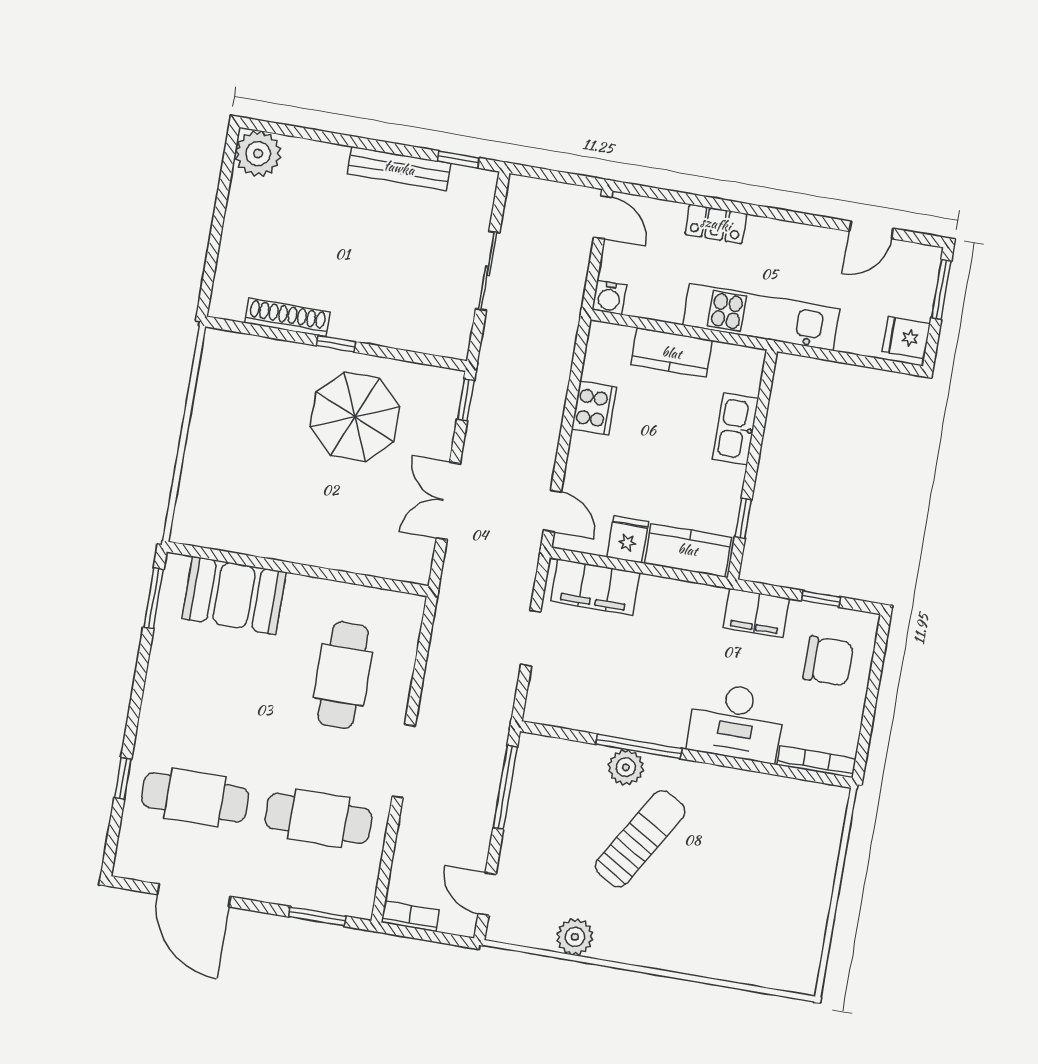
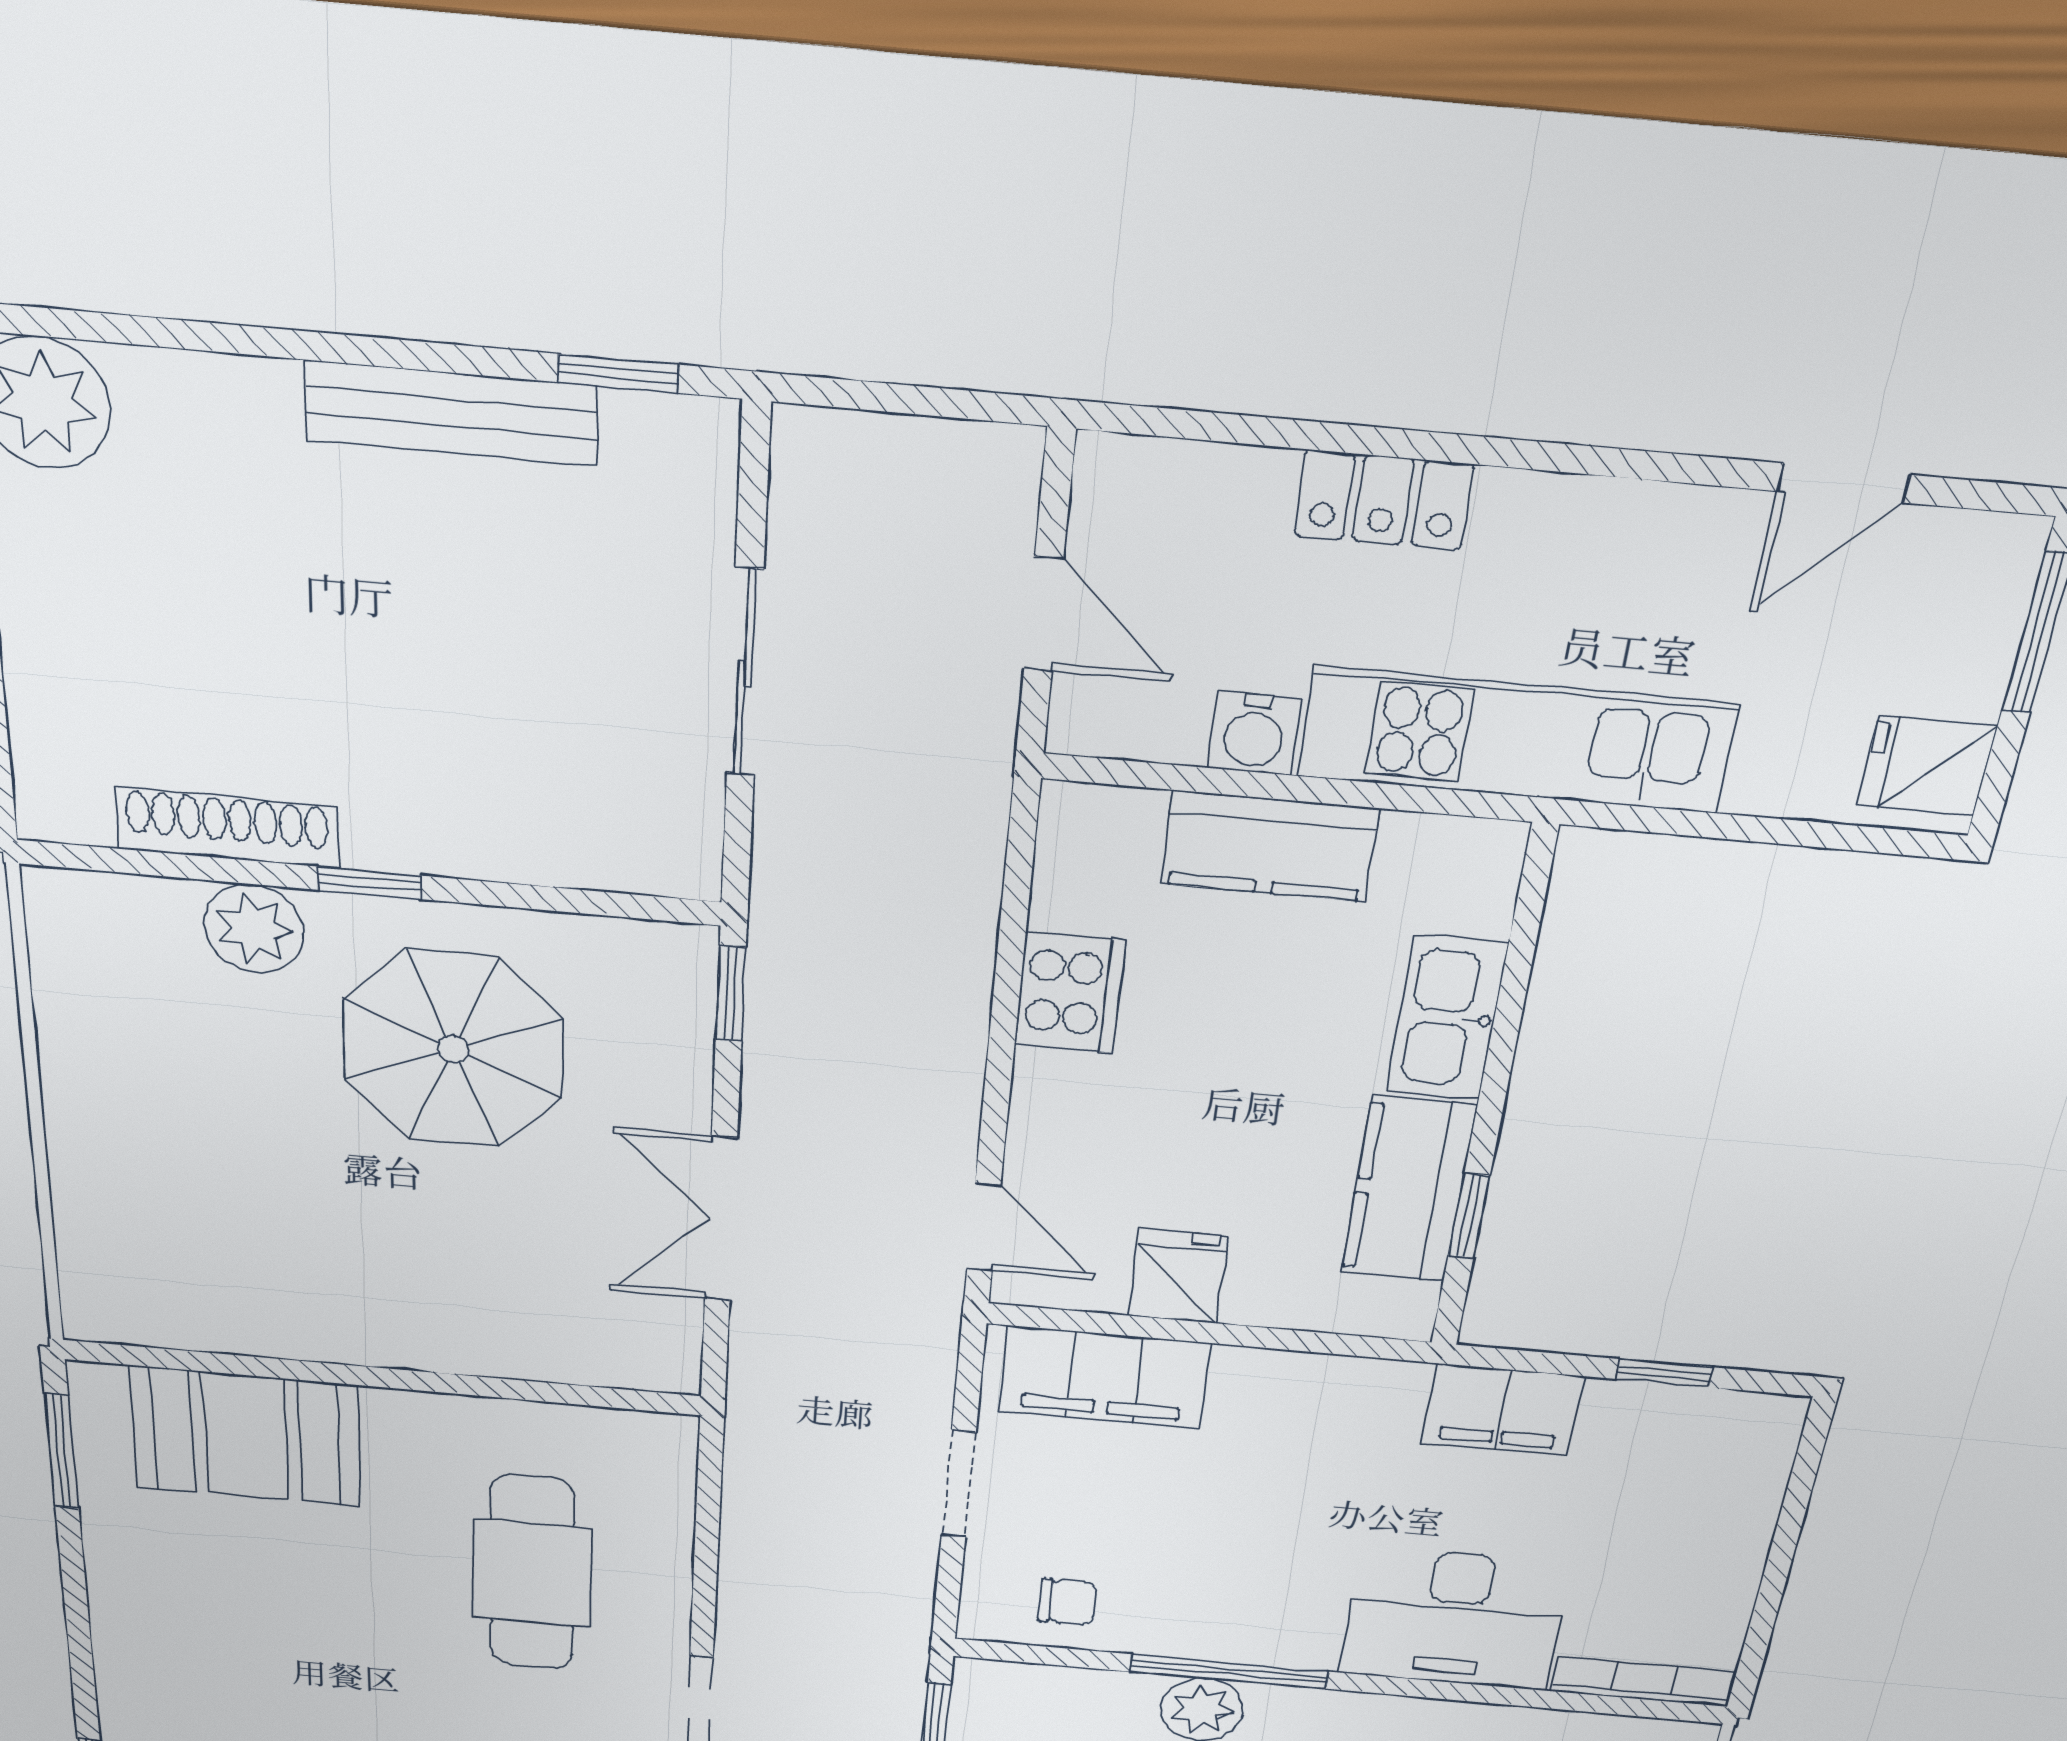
door: (603, 217) -> (1043, 614), moved
water cooler: (609, 297) -> (1254, 733), moved
plant: (288, 360) -> (254, 929), added
kitchen counter: (688, 550) -> (1408, 1190), moved, turned -90
chair: (828, 661) -> (1067, 1602), moved, width x0.54, depth x0.54

